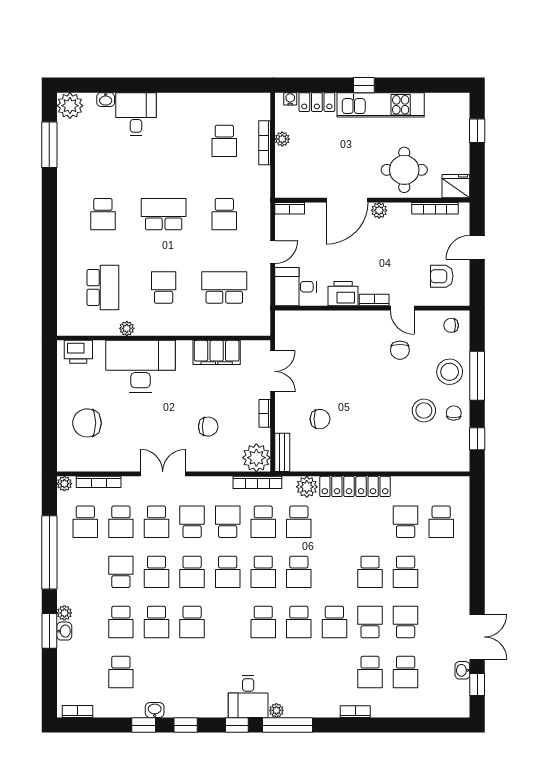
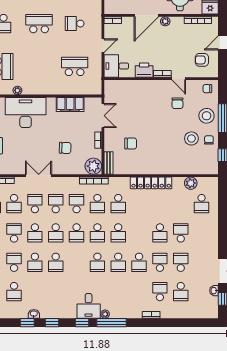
school desk: (224, 214) -> (75, 24), turned 90
school desk: (164, 287) -> (39, 66), removed
plant: (307, 487) -> (191, 183), moved
school desk: (156, 522) -> (35, 204), turned 180
school desk: (406, 522) -> (181, 204), removed
school desk: (406, 572) -> (181, 233), turned 180
school desk: (121, 622) -> (14, 262), turned 180
school desk: (370, 672) -> (160, 292), turned 180

